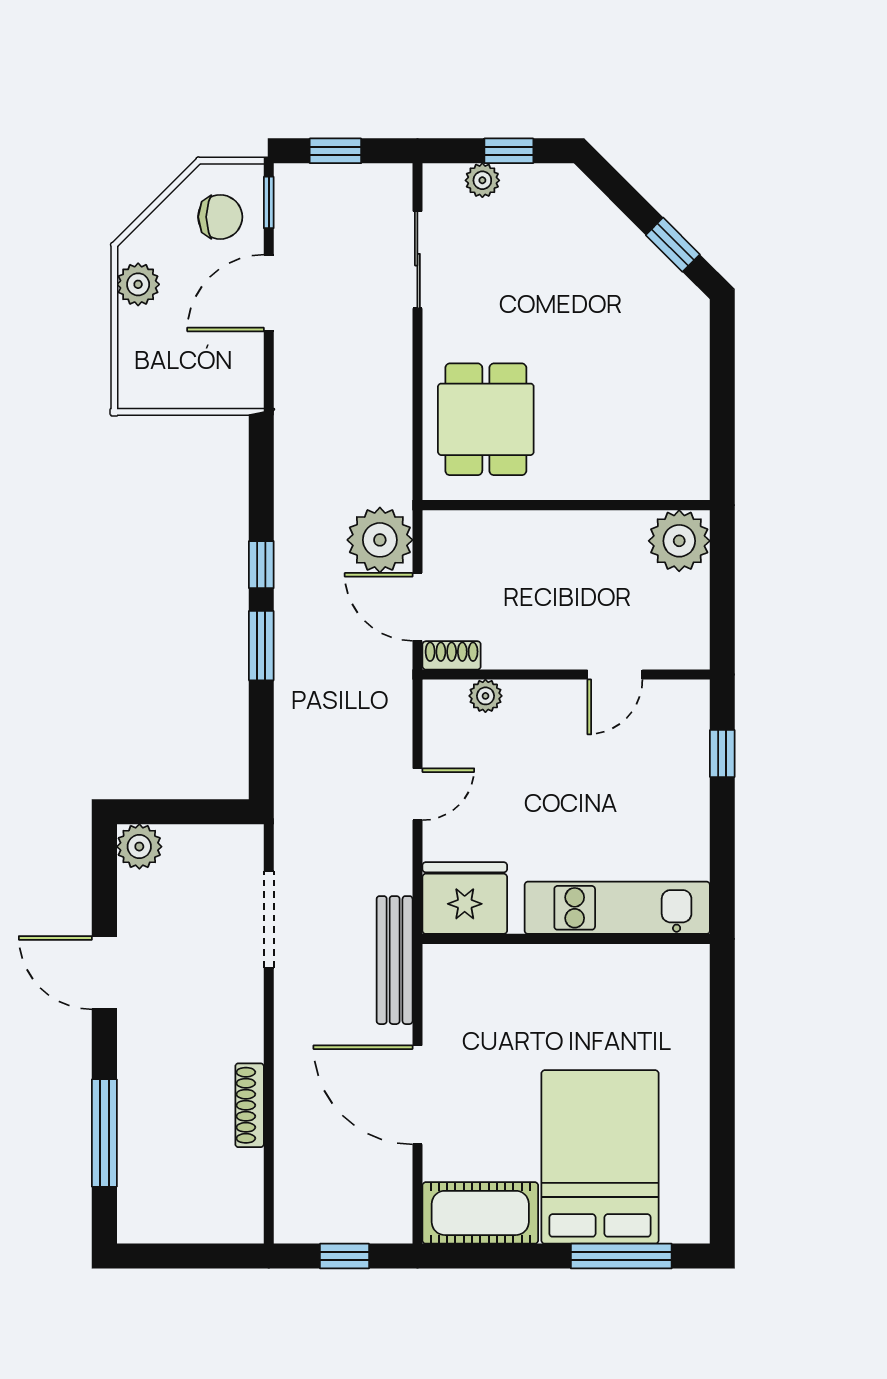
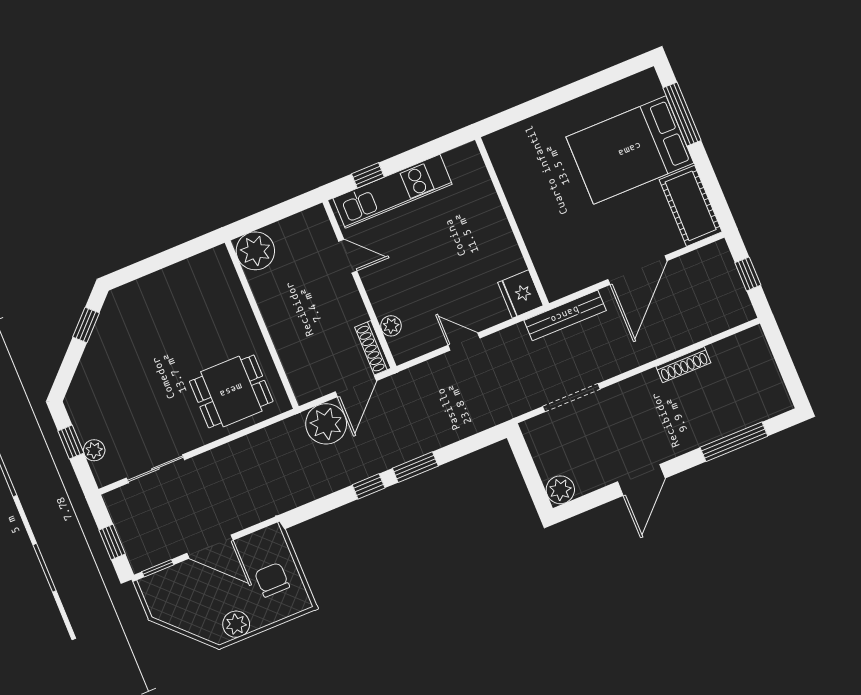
chair: (220, 217) -> (272, 580), moved
shoe rack: (452, 655) -> (373, 348), width x1.43
fridge: (465, 898) -> (521, 294), width x0.73, depth x0.75
kitchen unit: (617, 908) -> (393, 191), moved, turned -90

